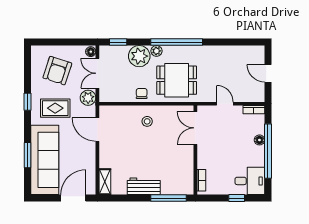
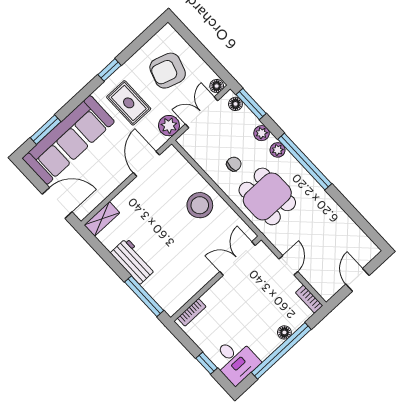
window: (118, 42) -> (251, 104), width x1.50
floor lamp: (110, 50) -> (235, 104), added
plant: (139, 56) -> (262, 133), width x0.53, depth x0.53
chair: (142, 93) -> (234, 164), moved
stool: (147, 121) -> (200, 205), width x1.89, depth x1.89
window: (28, 155) -> (46, 130), moved

